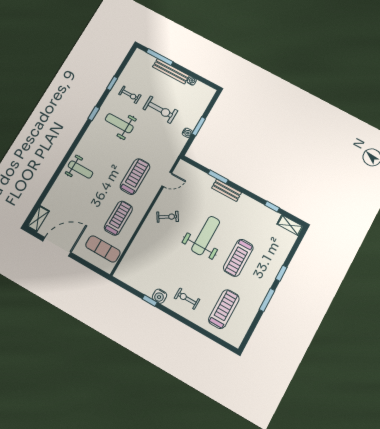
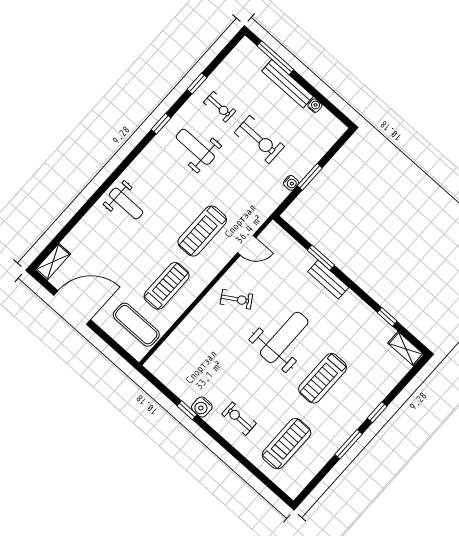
treadmill: (135, 177) -> (202, 231), turned 180

